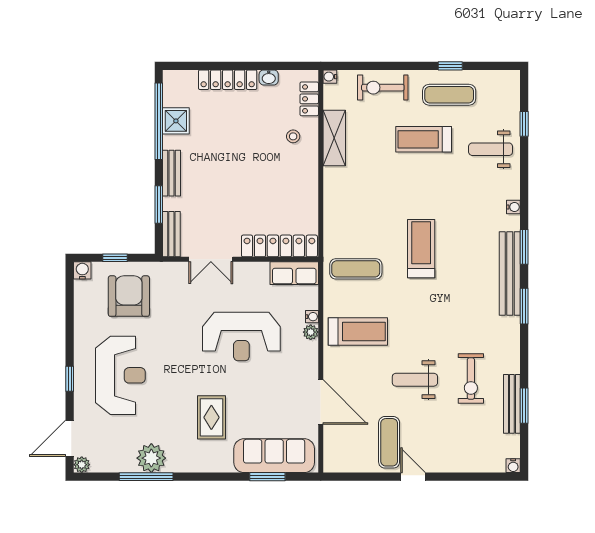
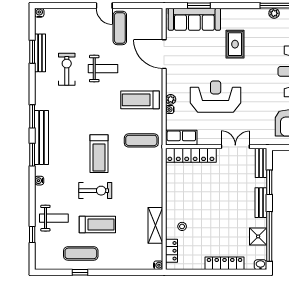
washbasin: (269, 77) -> (260, 265), moved
exercise bike: (383, 88) -> (95, 191), moved
plant: (151, 458) -> (274, 13), width x0.53, depth x0.53

